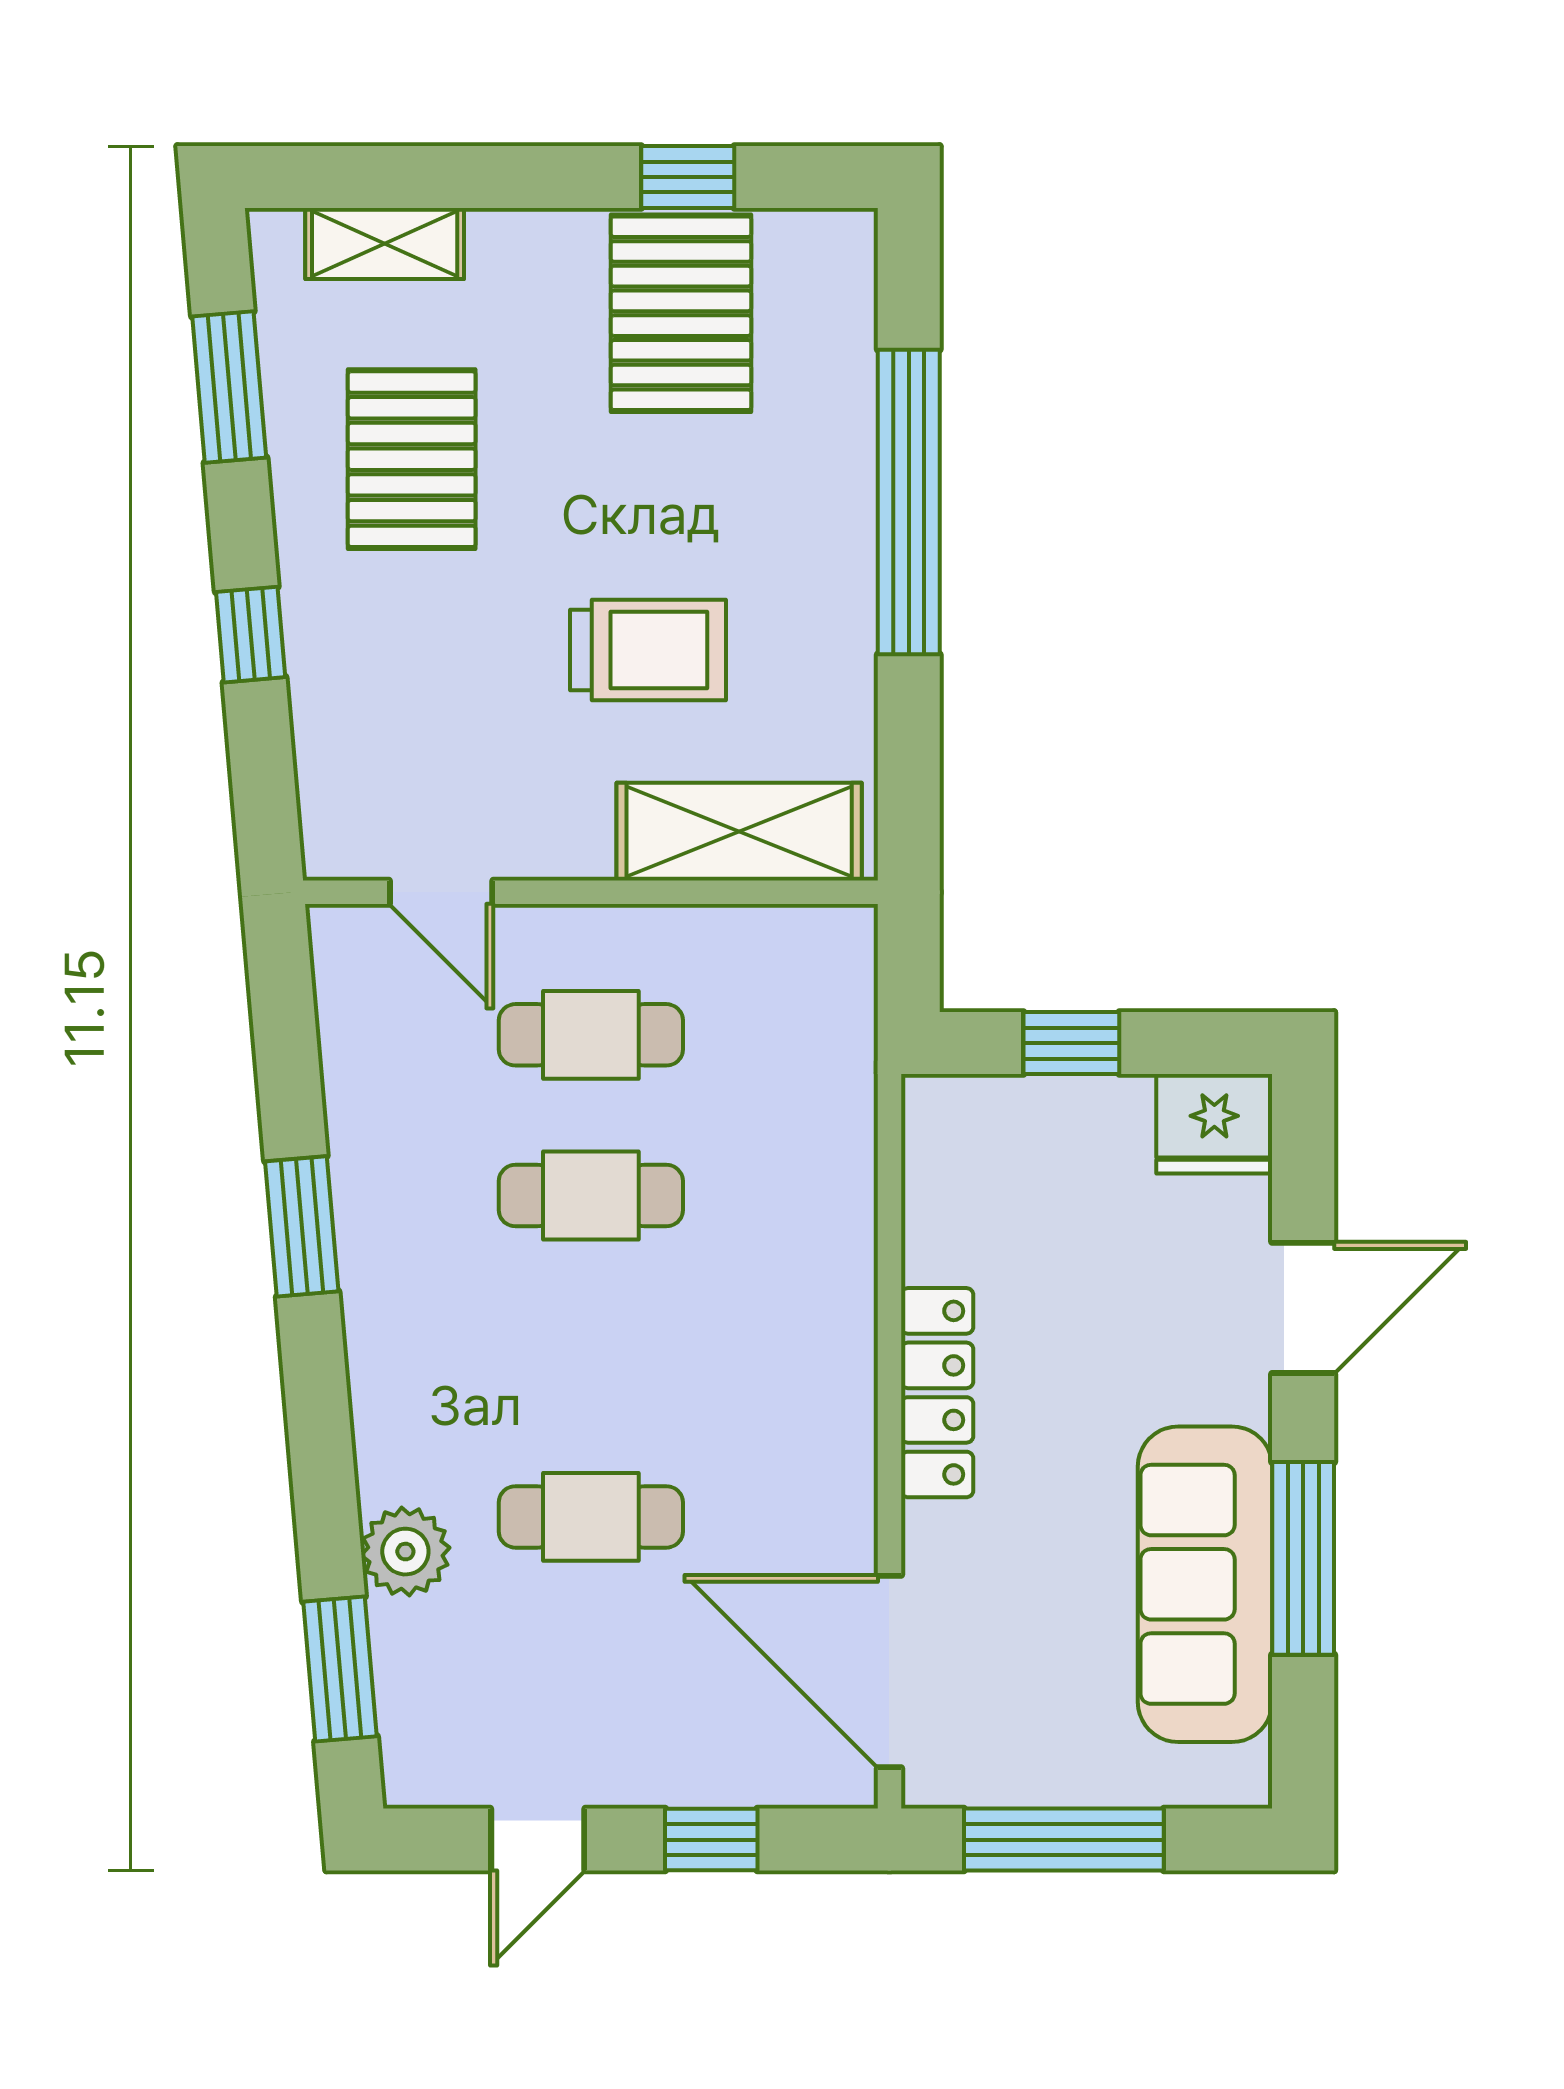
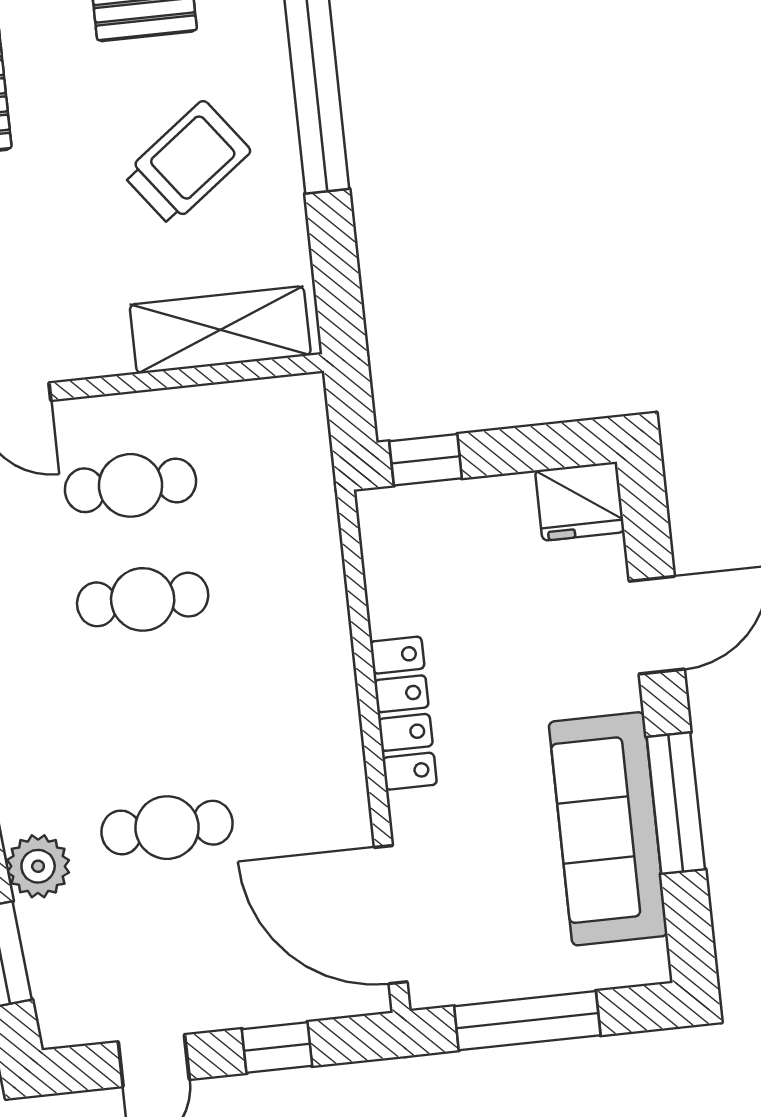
trolley: (648, 650) -> (187, 163), moved, turned -37
window: (1071, 1043) -> (426, 460), moved

